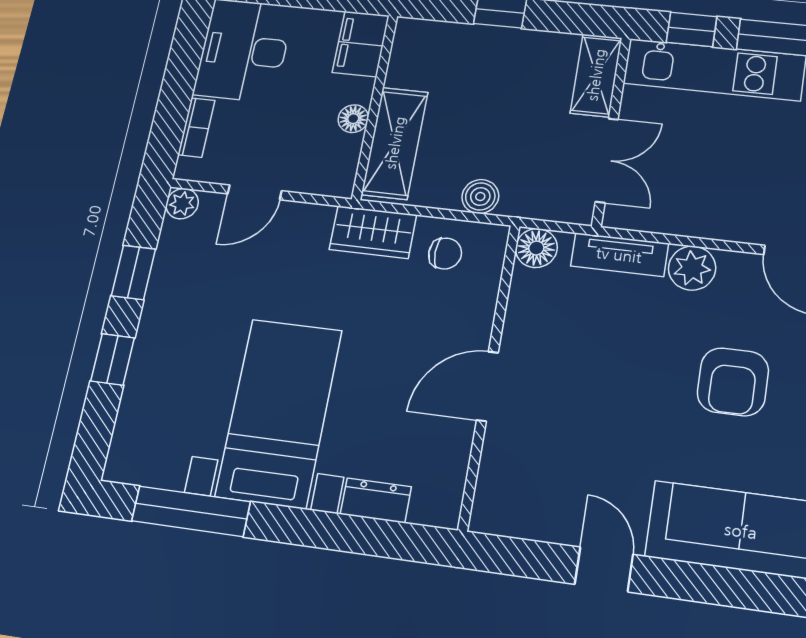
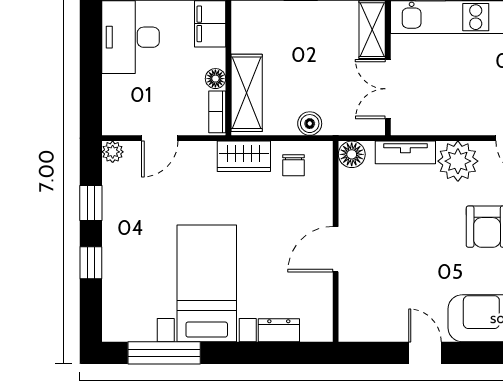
bookcase: (196, 127) -> (217, 112), moved, turned 180
double door: (607, 160) -> (388, 89), swing flipped
chair: (445, 254) -> (294, 165), turned 90
plant: (692, 268) -> (458, 161), width x1.36, depth x1.36

